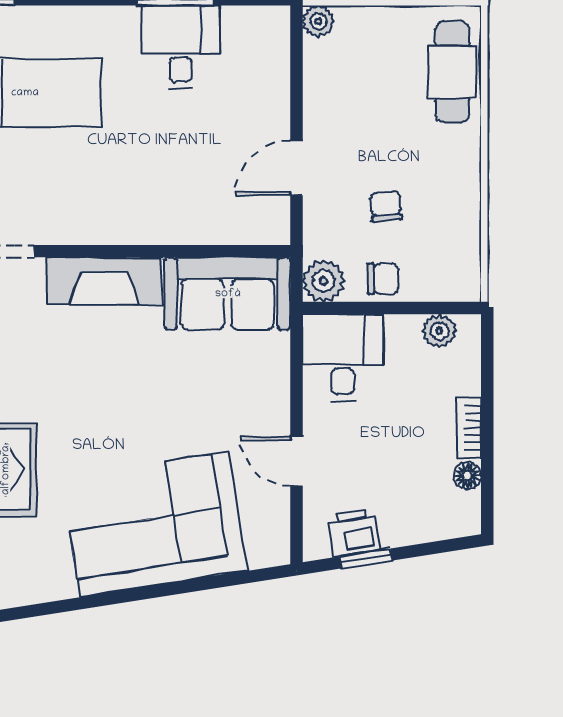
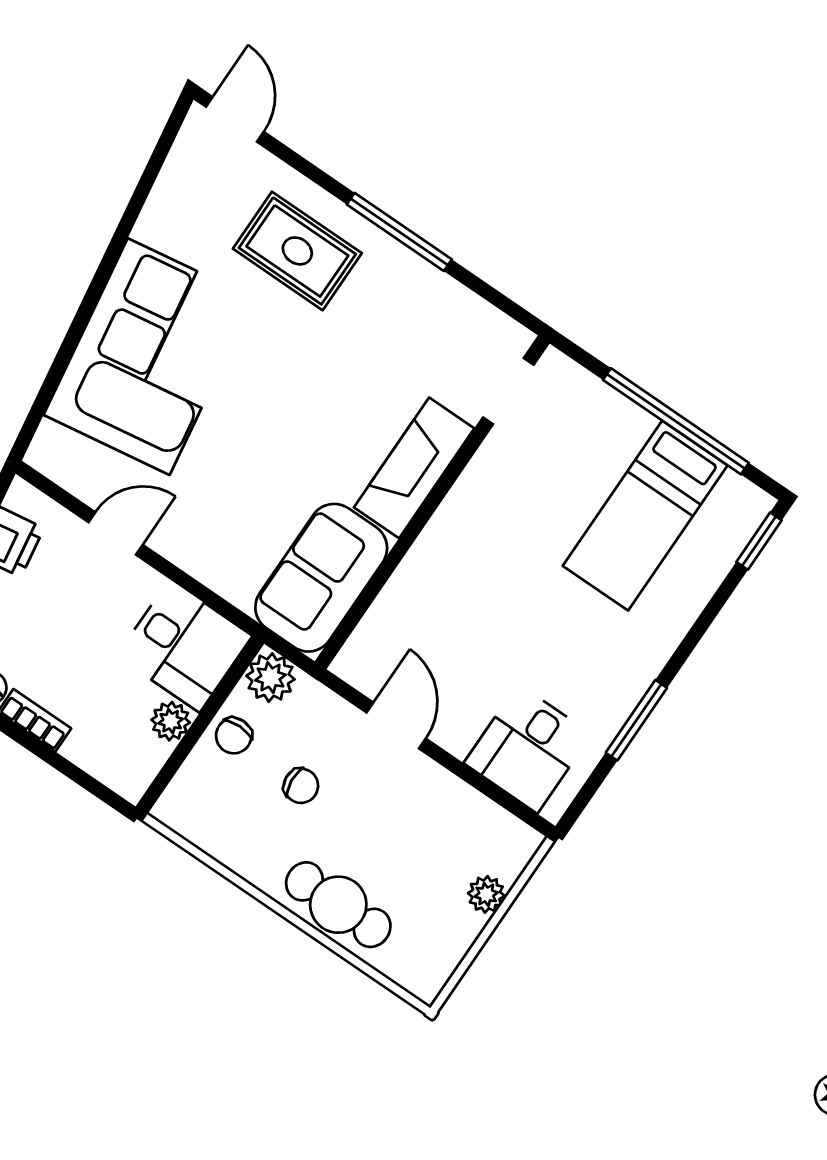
plant: (318, 21) -> (486, 894), moved
desk: (181, 47) -> (528, 749), moved, turned 90
cafe table: (452, 72) -> (338, 905), moved
plant: (439, 331) -> (171, 721), moved

